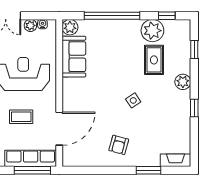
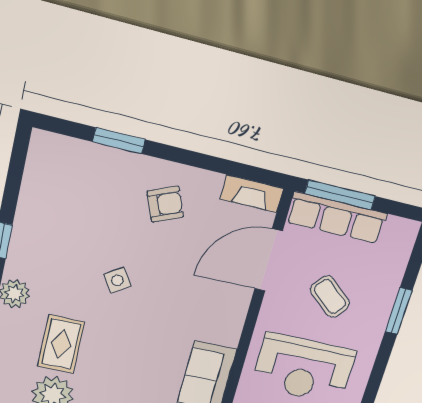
coffee table: (21, 117) -> (330, 296), turned 39
armchair: (119, 145) -> (165, 204), turned 52
fireplace: (176, 160) -> (252, 194), moved

